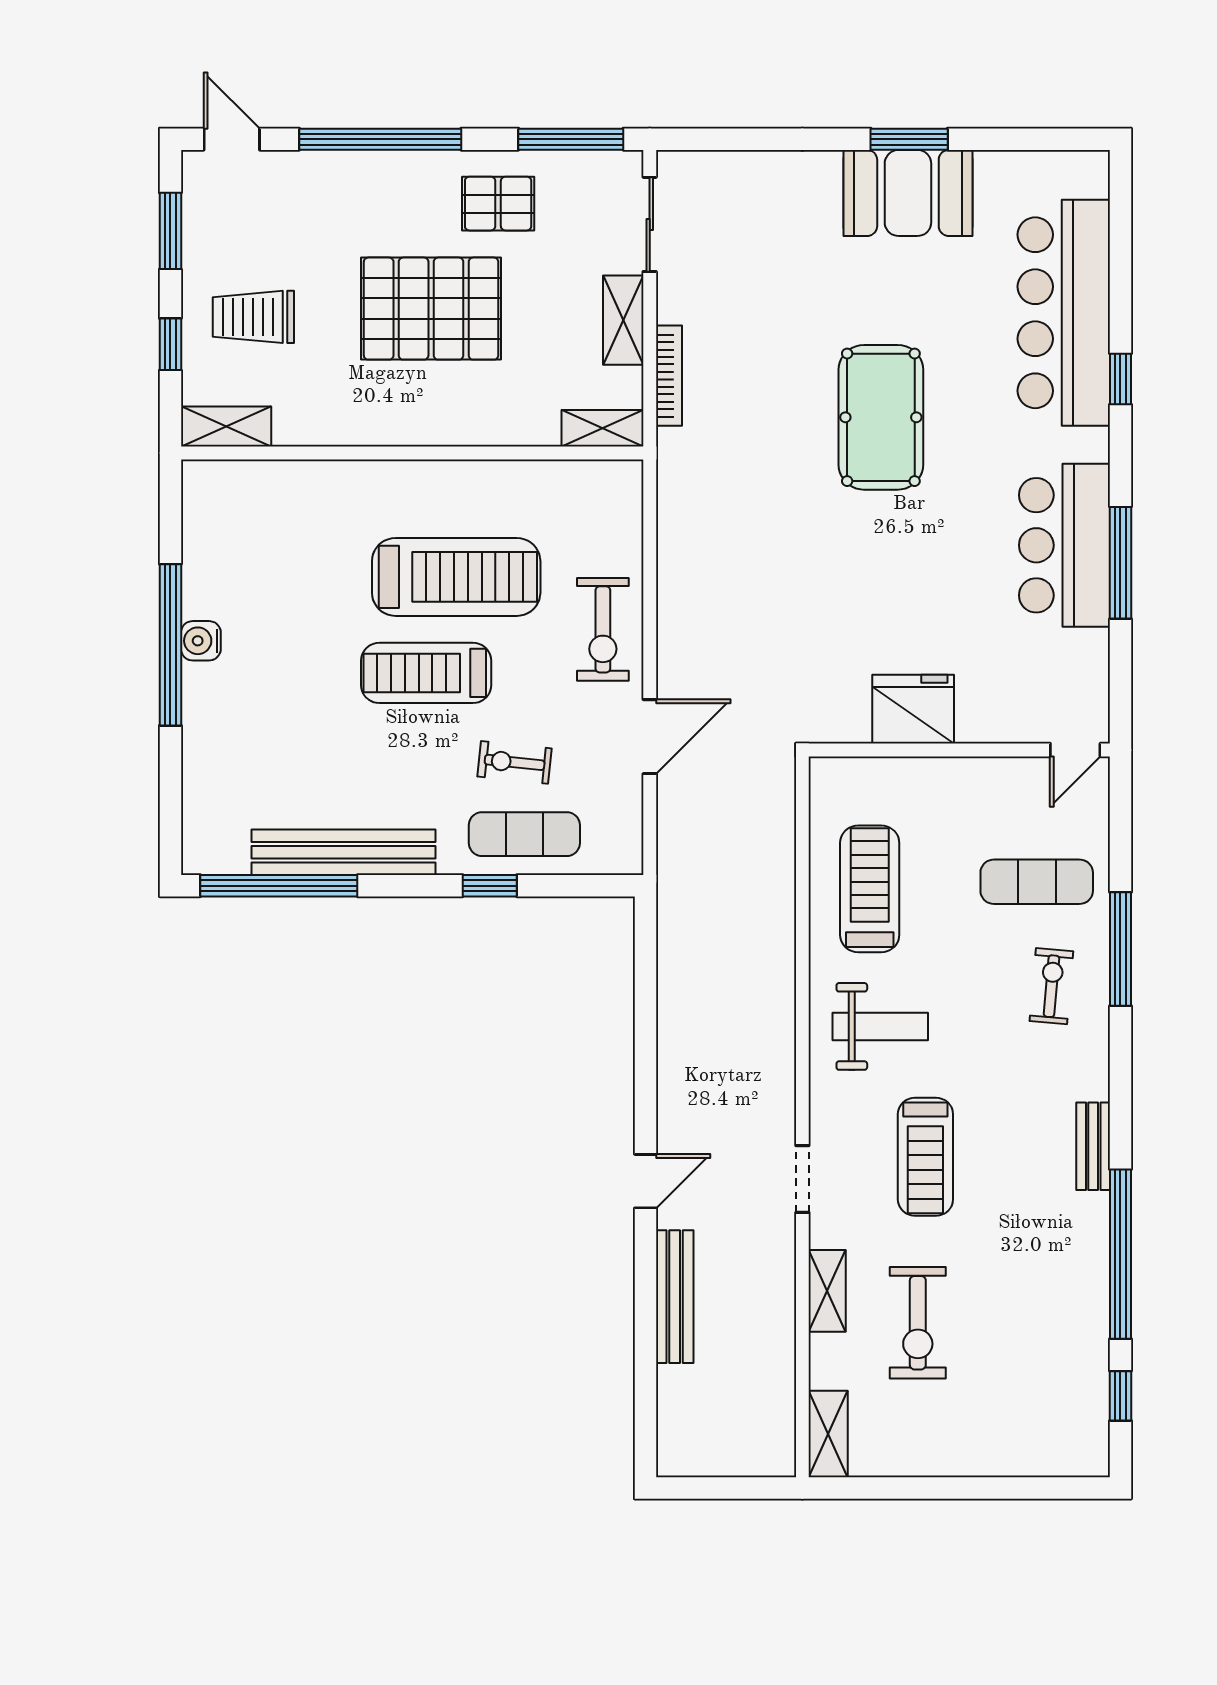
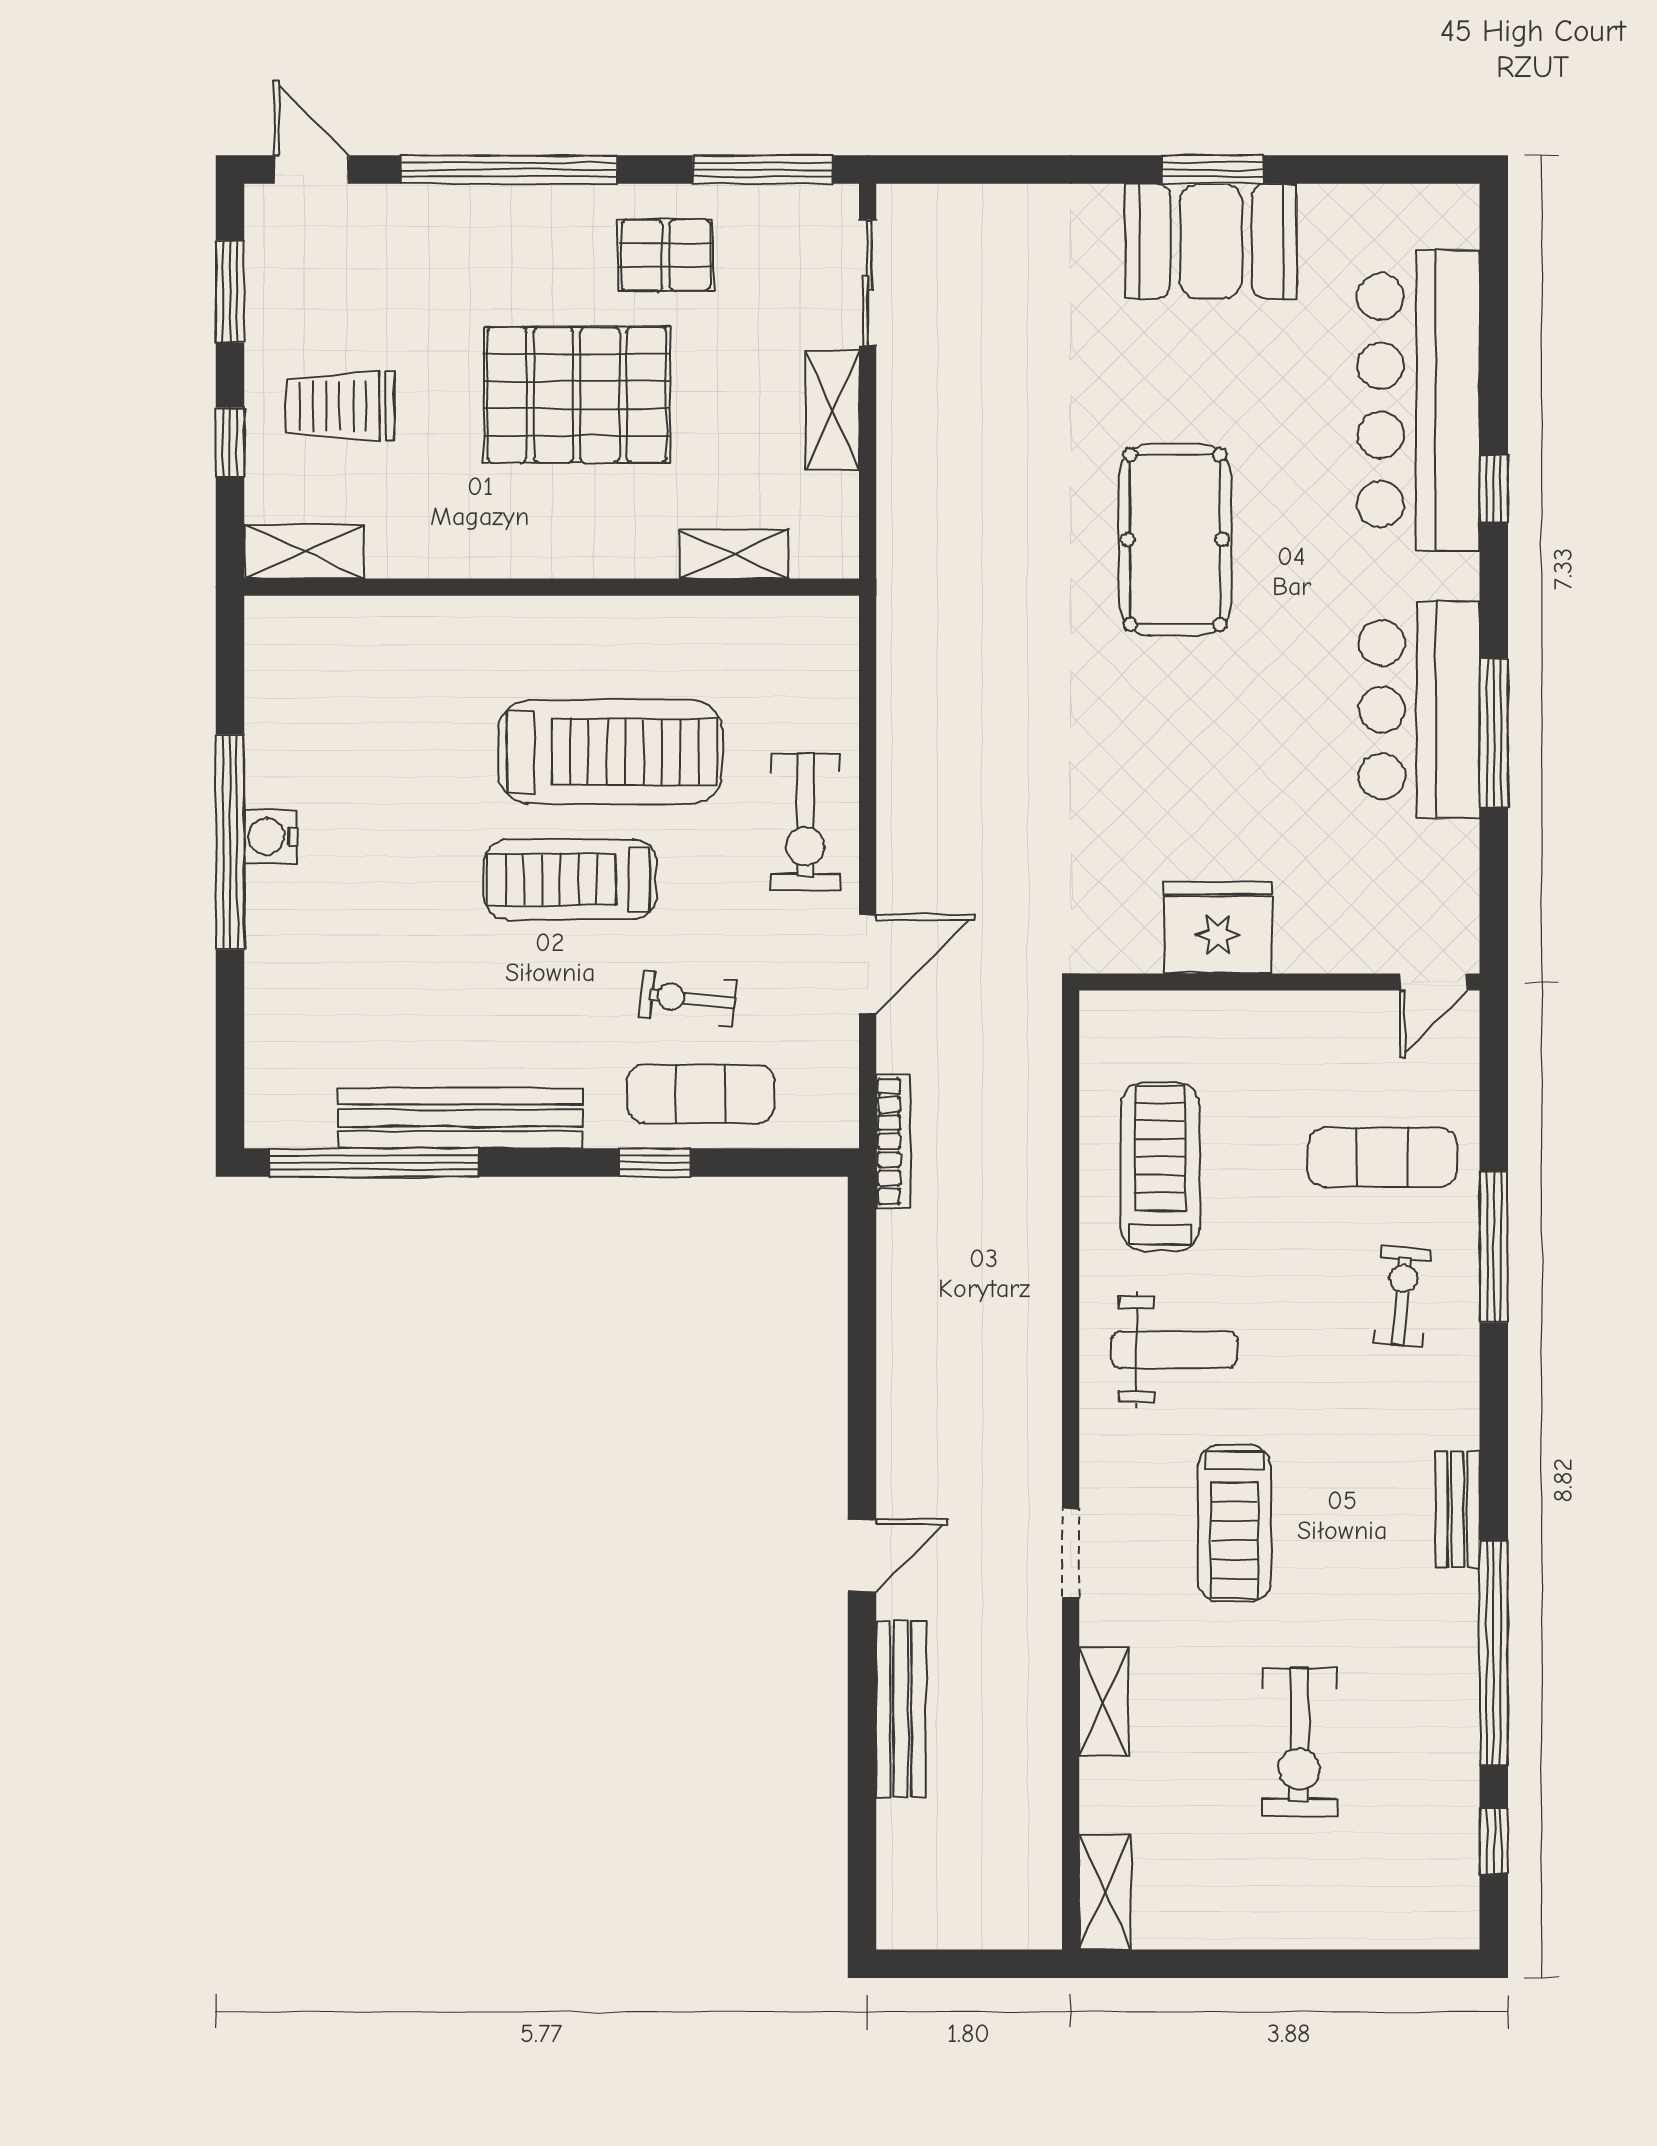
bookcase: (669, 376) -> (893, 1141), moved
shelving: (602, 428) -> (734, 554), moved
exercise bike: (918, 1323) -> (1299, 1742), moved

